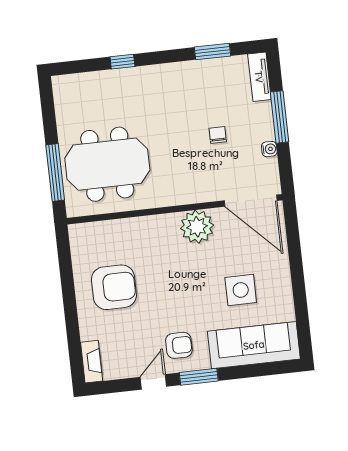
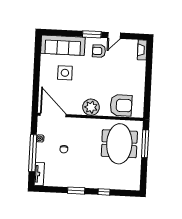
window: (213, 52) -> (76, 191), moved
window: (280, 117) -> (33, 153), width x1.46
meeting table: (107, 164) -> (119, 144), turned 90
plant: (197, 227) -> (91, 107), moved
armchair: (114, 287) -> (121, 105), moved, turned 180

